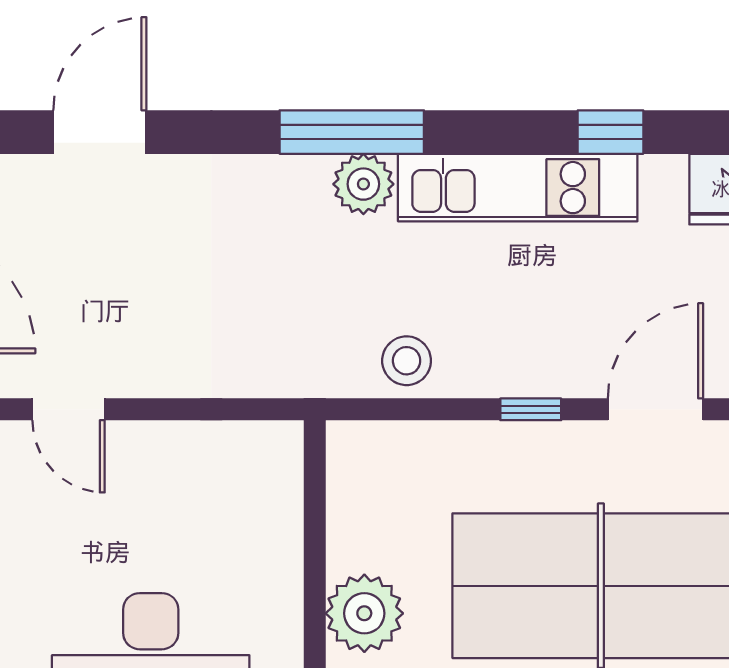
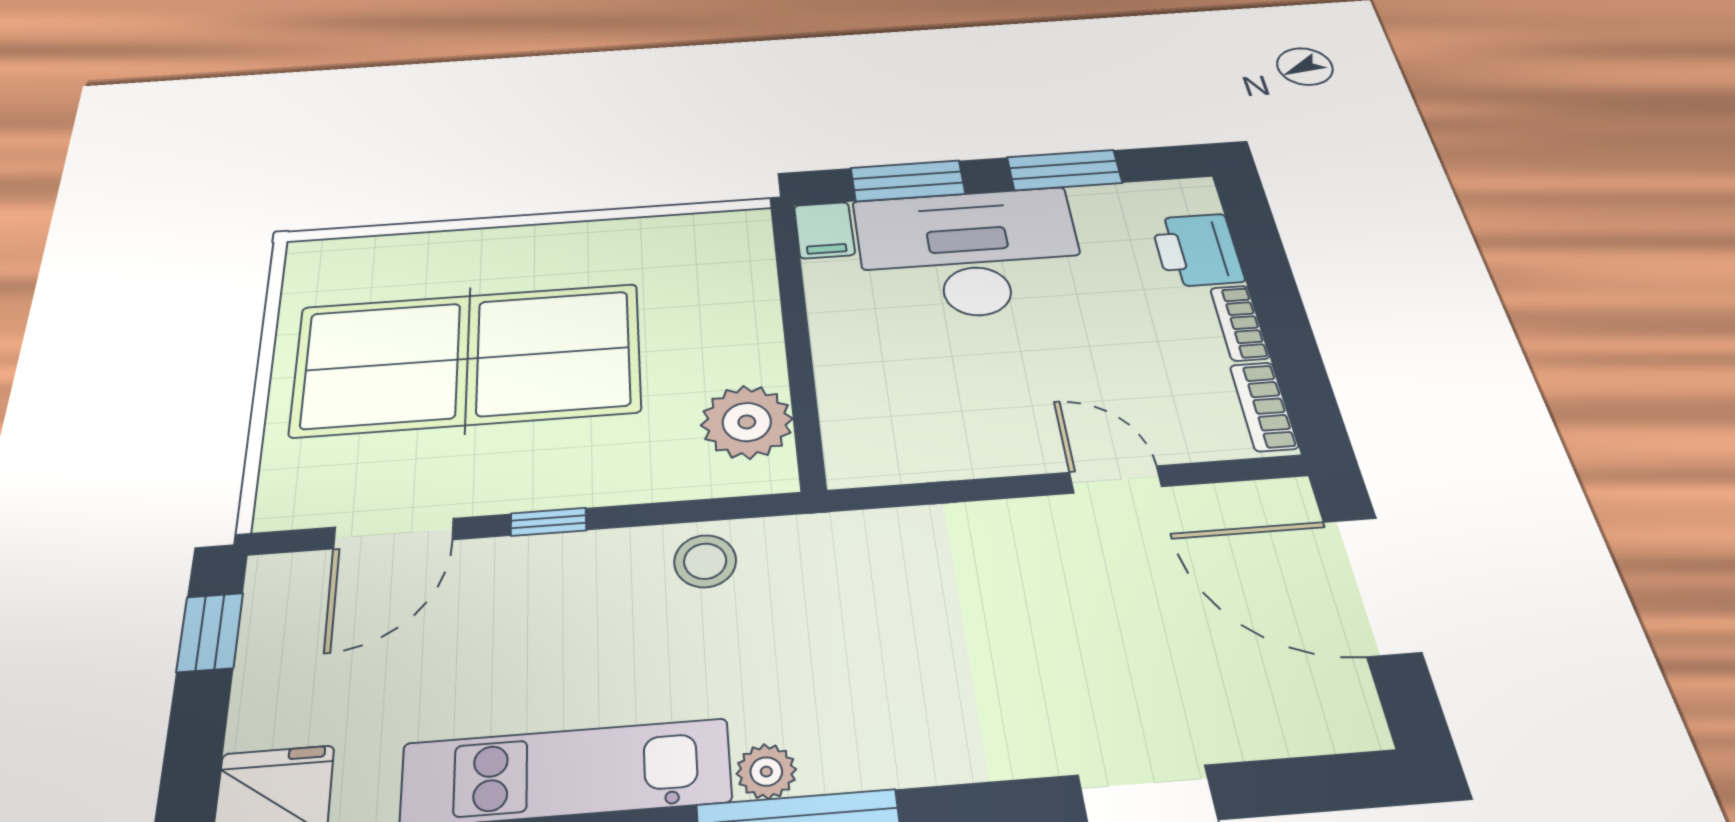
plant: (363, 184) -> (766, 772), width x0.73, depth x0.73
plant: (364, 613) -> (747, 422), moved

